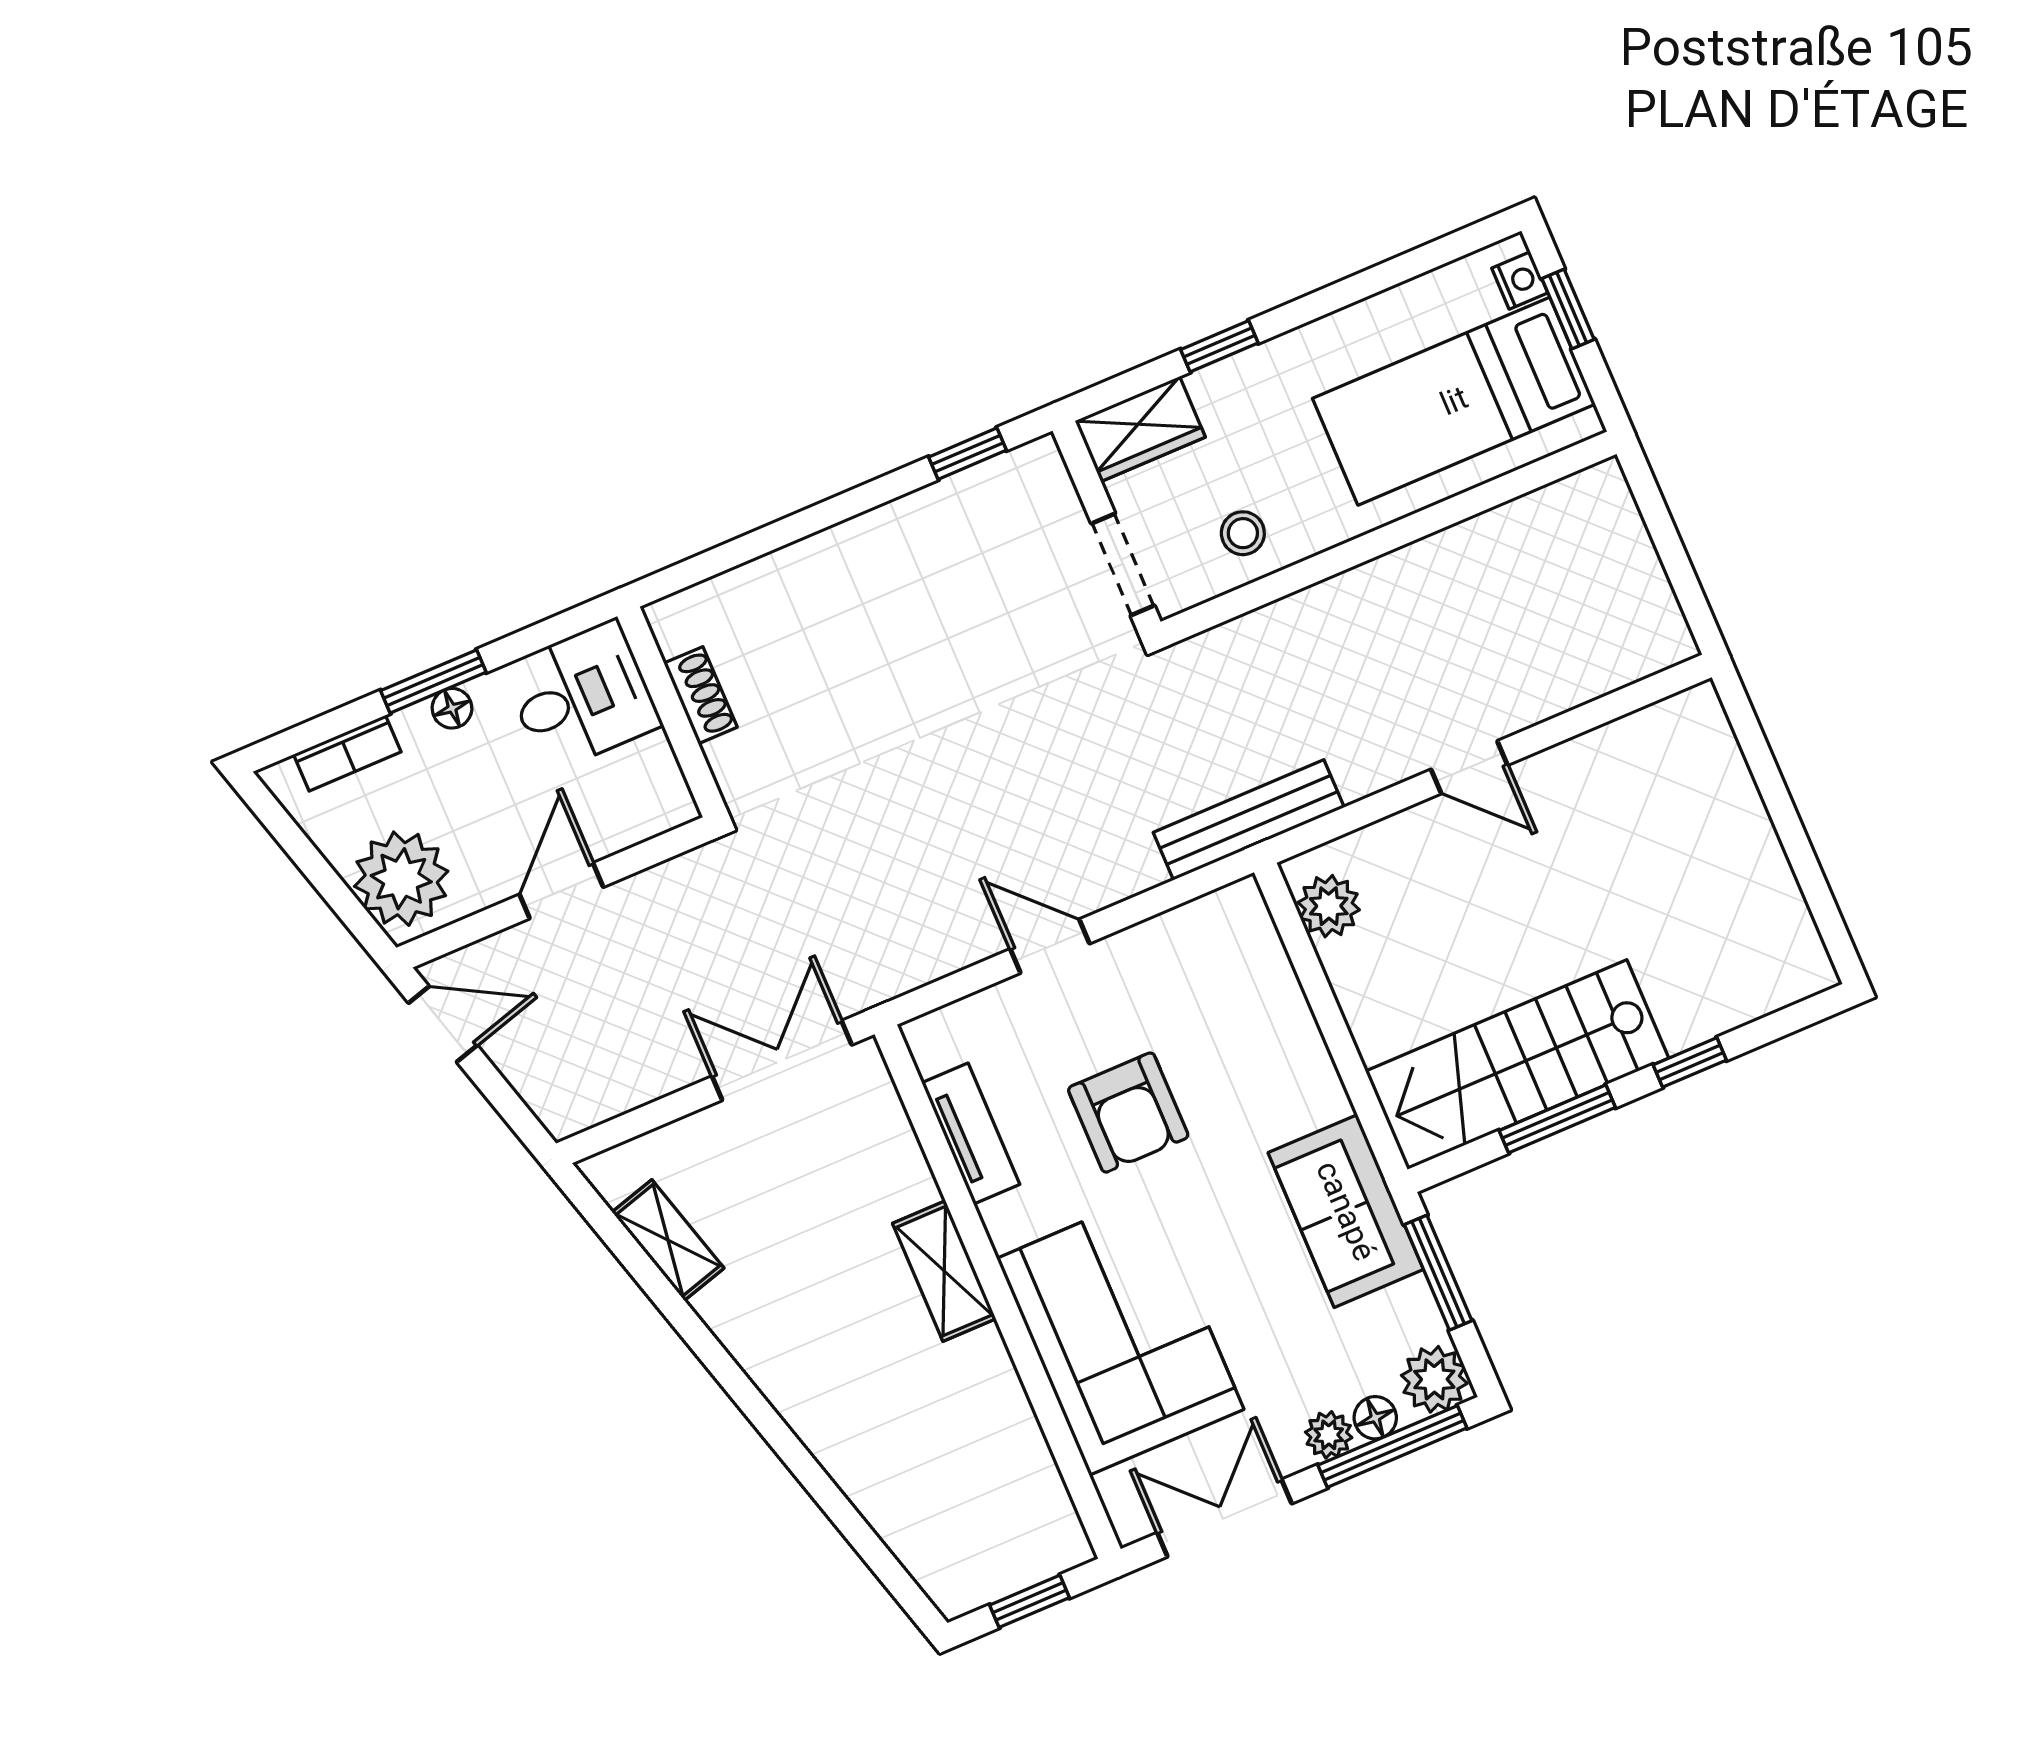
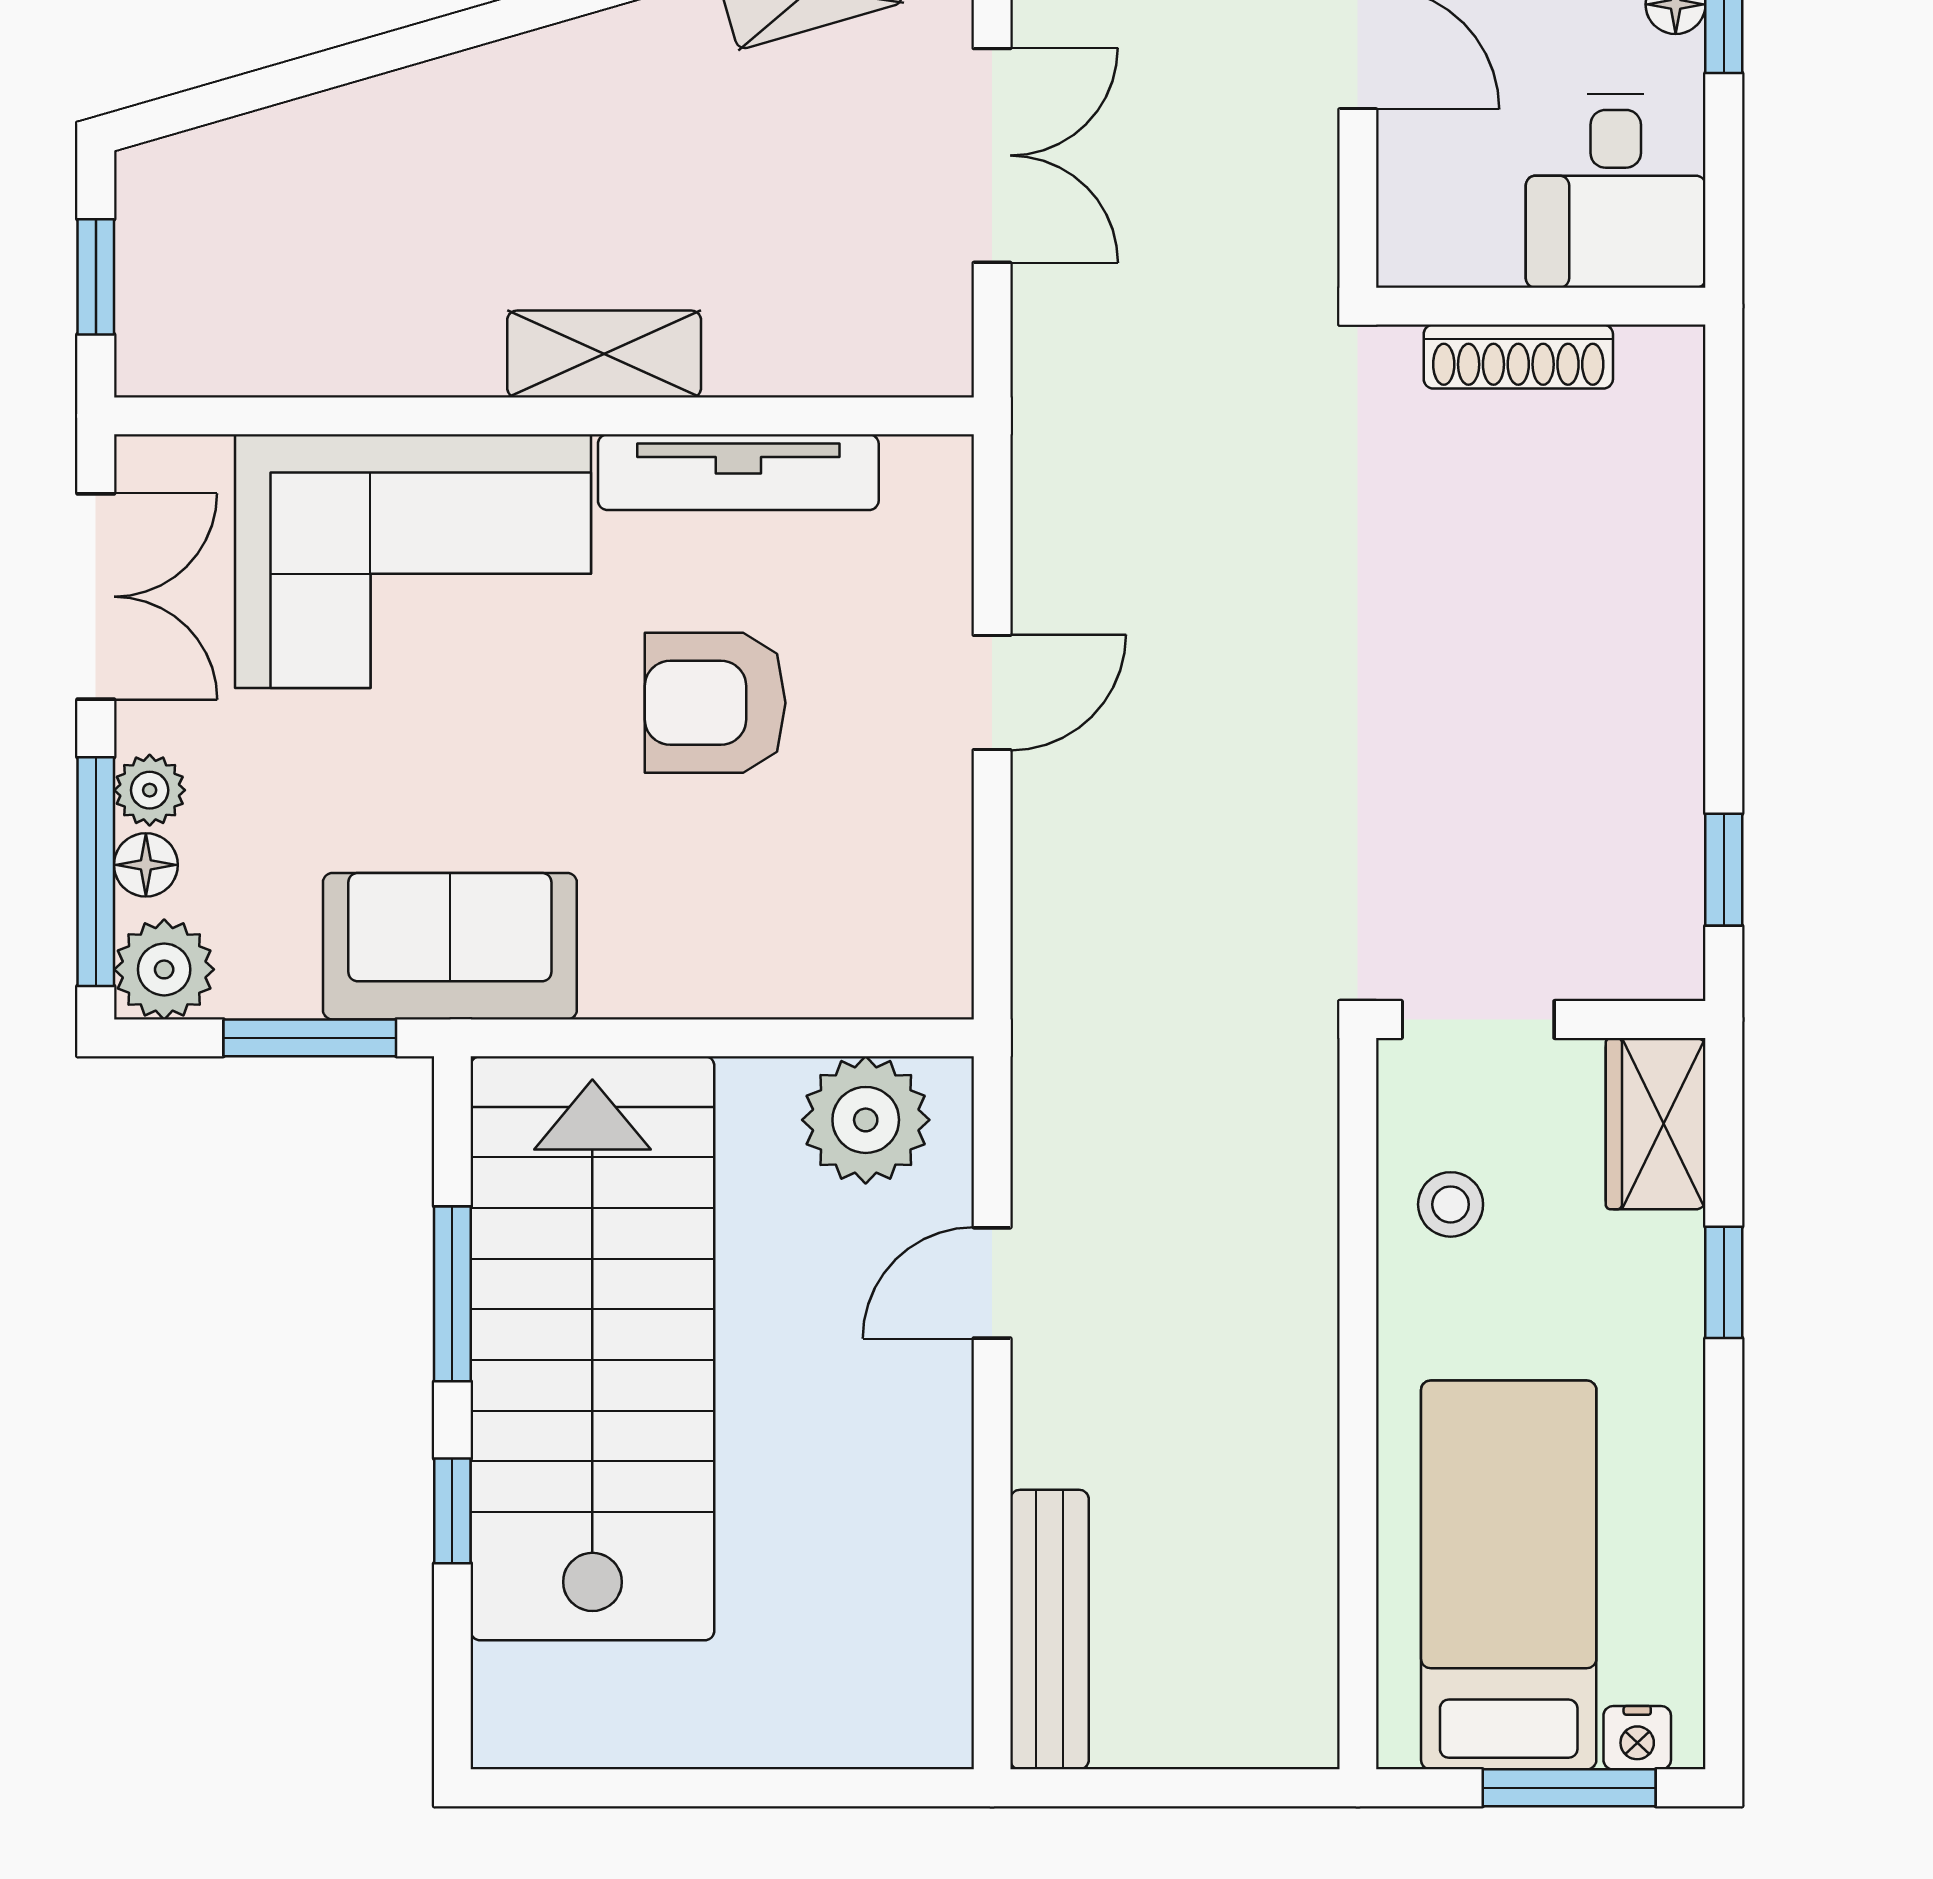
window: (1568, 309) -> (1569, 1788), width x1.50
shoe rack: (701, 695) -> (1518, 357), width x1.43
door: (1469, 767) -> (992, 1283), moved
bench: (1249, 820) -> (1050, 1630), moved
plant: (1329, 906) -> (866, 1120), width x1.36, depth x1.36
double door: (782, 1060) -> (992, 155), moved
stairs: (1517, 1065) -> (592, 1348), width x1.36, depth x1.51
tv unit: (971, 1134) -> (738, 472), width x1.41

